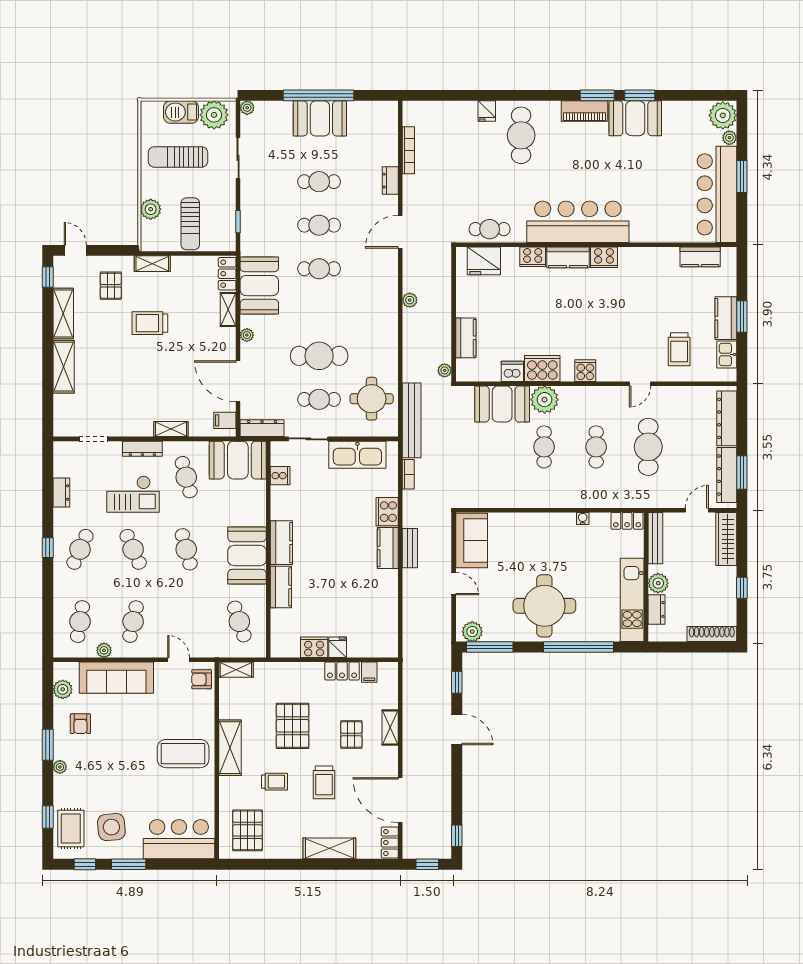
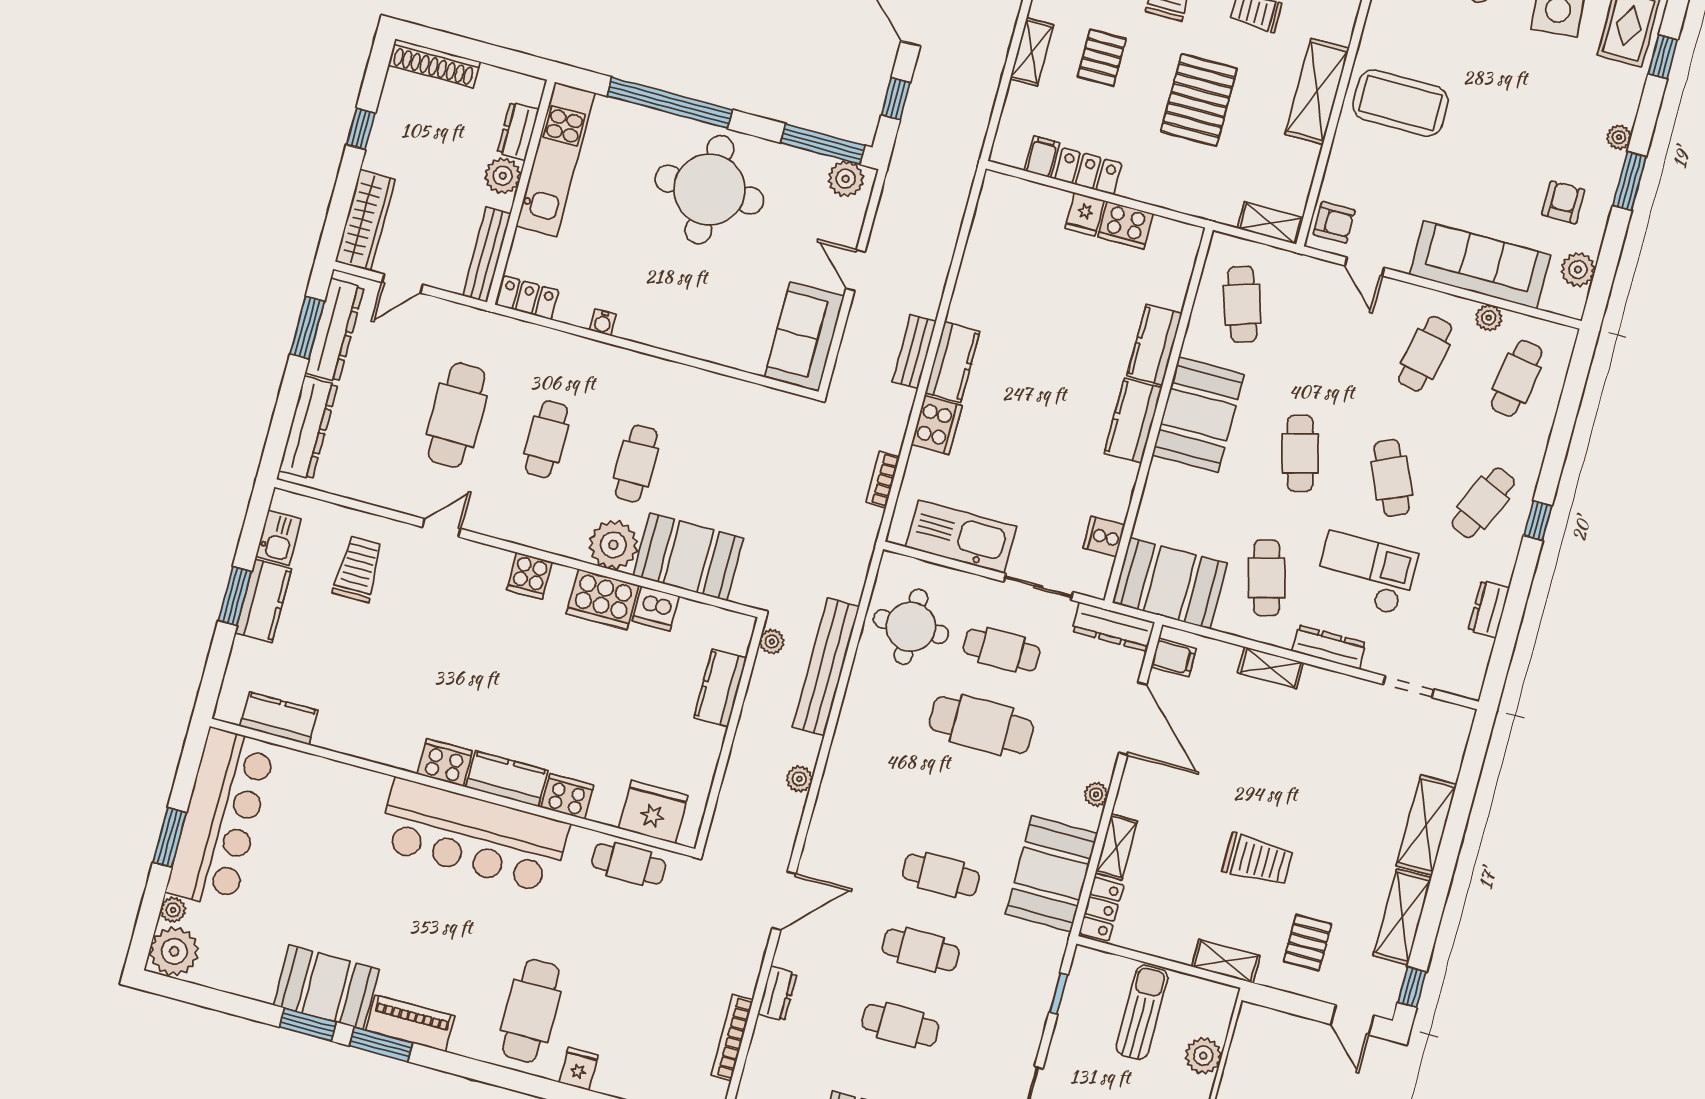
bench: (412, 420) -> (826, 667), moved

